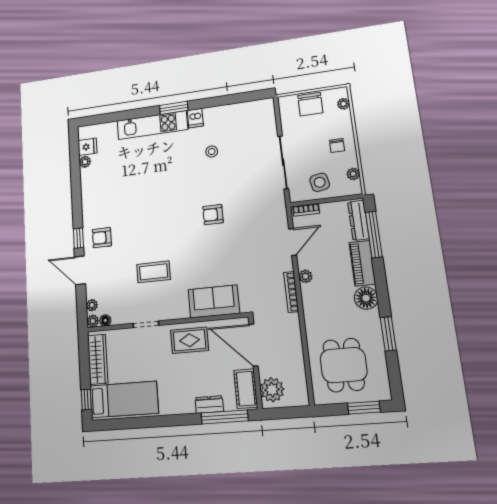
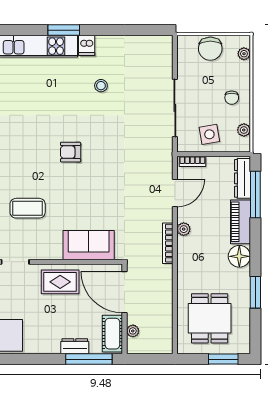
armchair: (213, 215) -> (71, 152), moved
plant: (272, 390) -> (133, 331), width x0.53, depth x0.53

